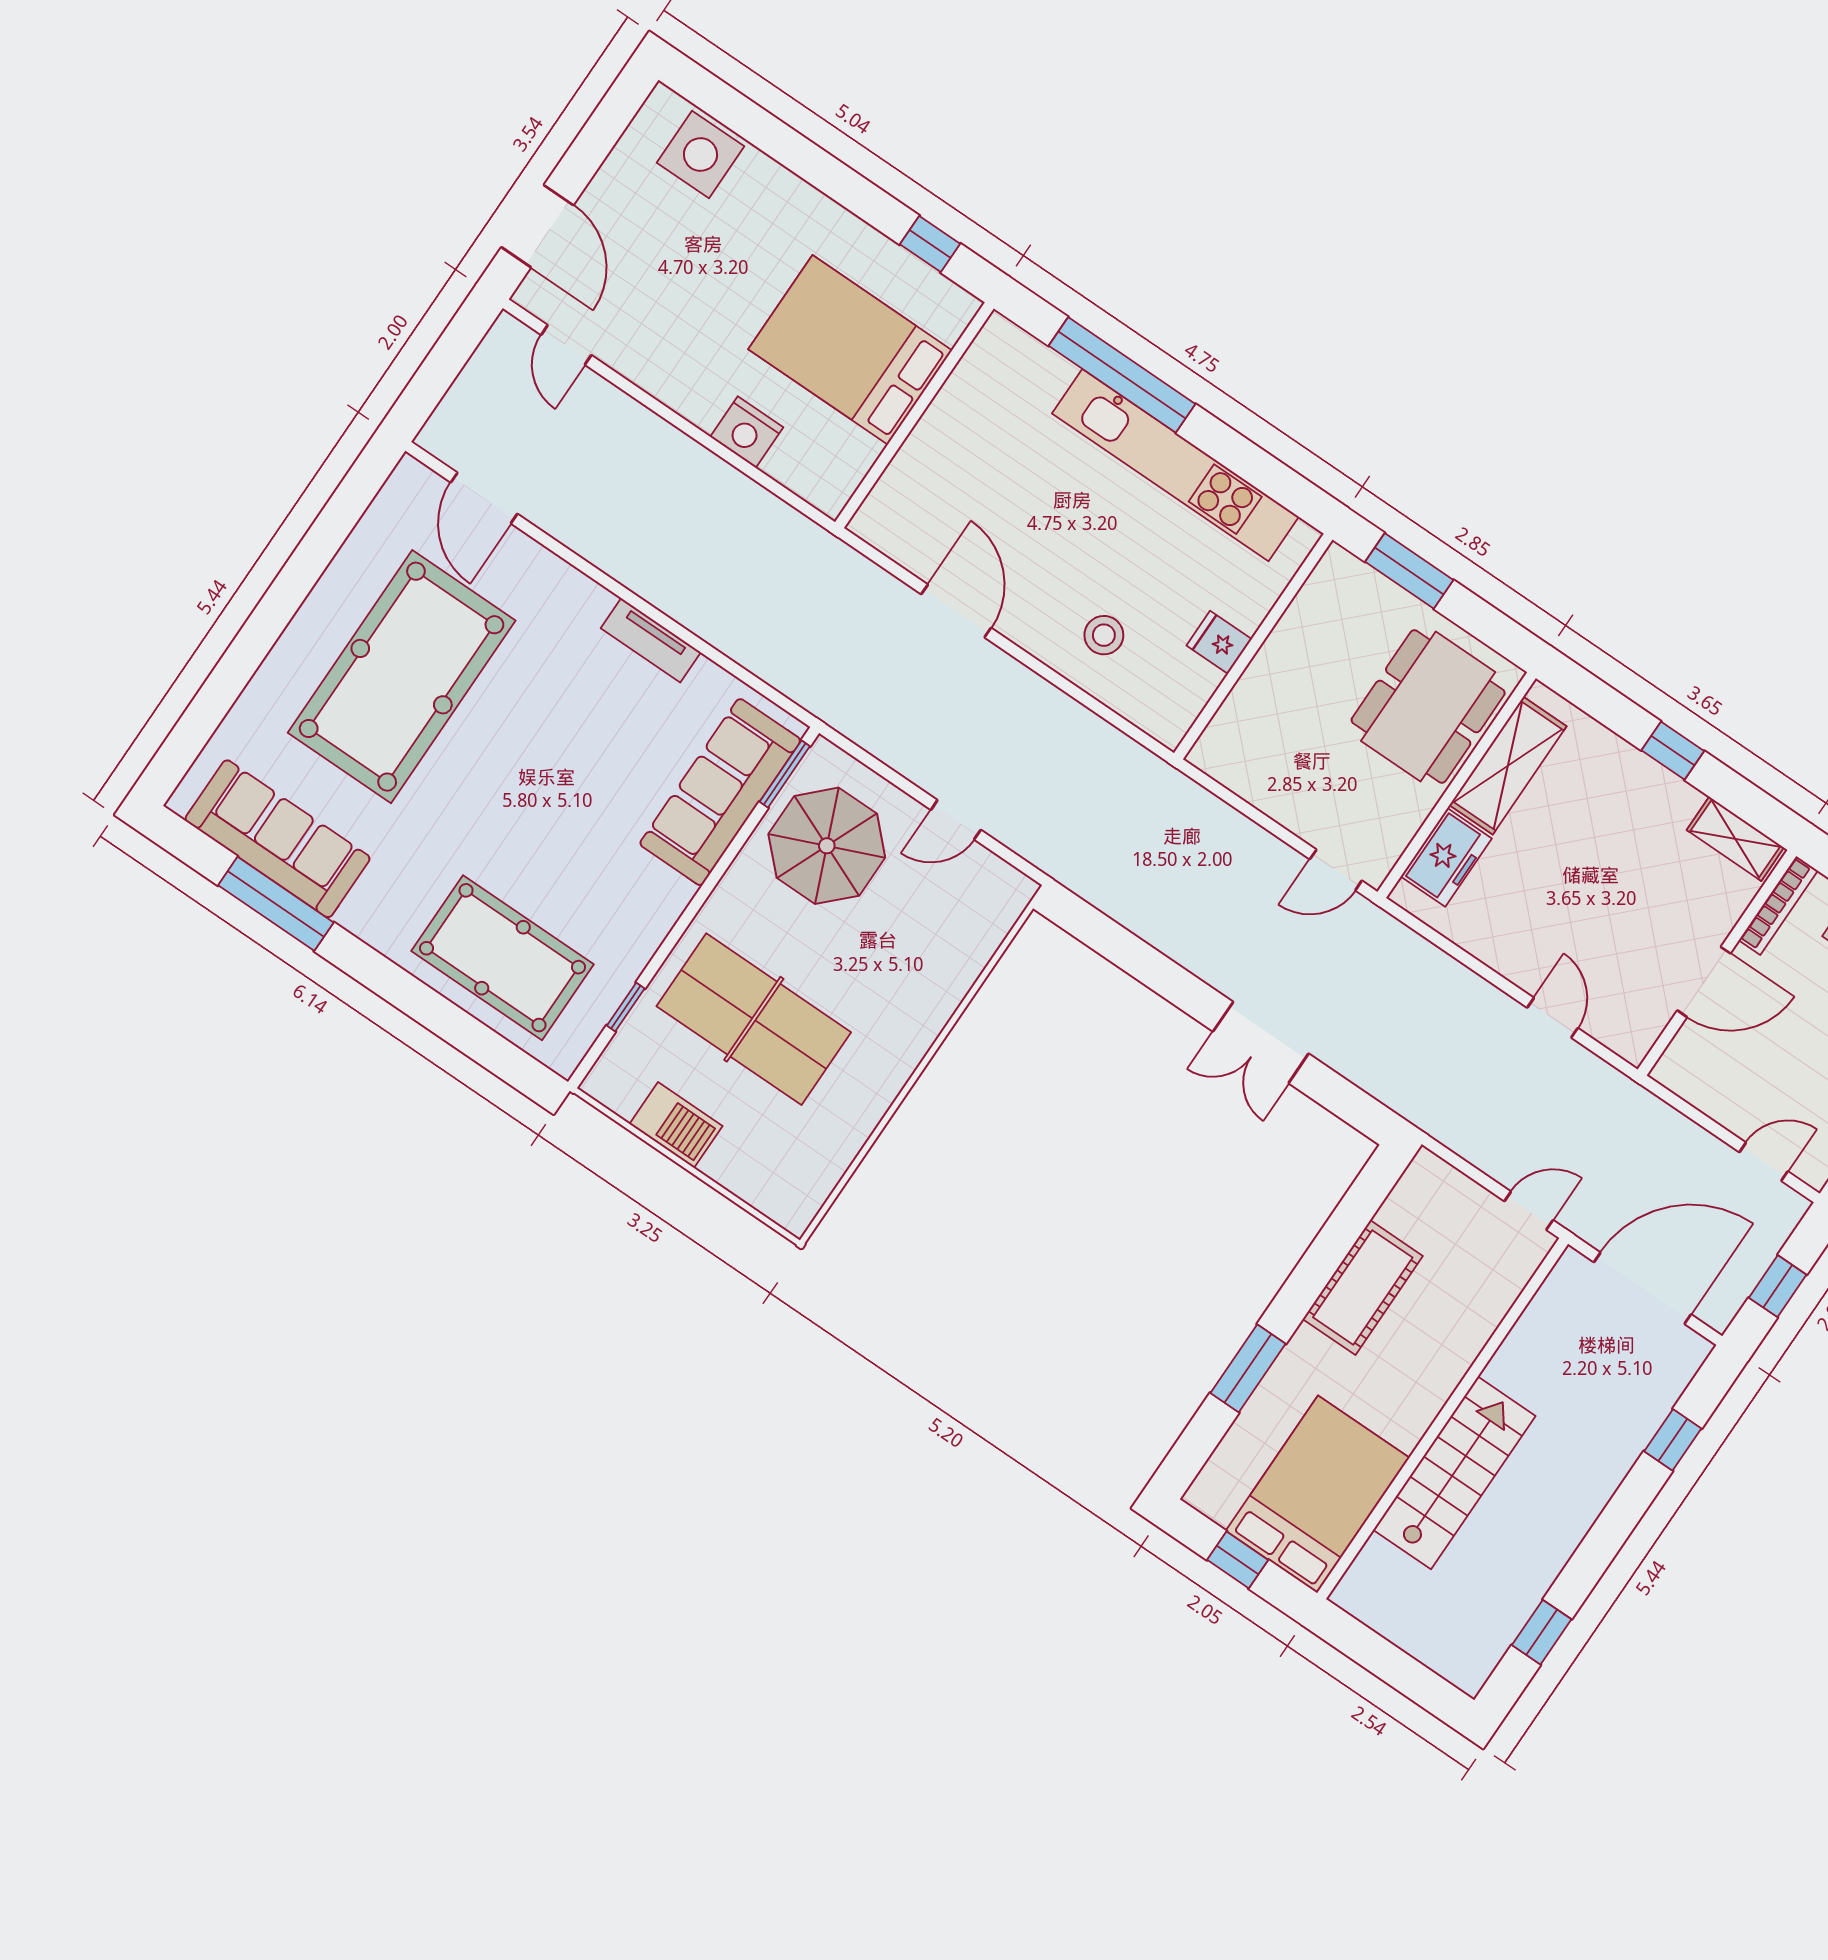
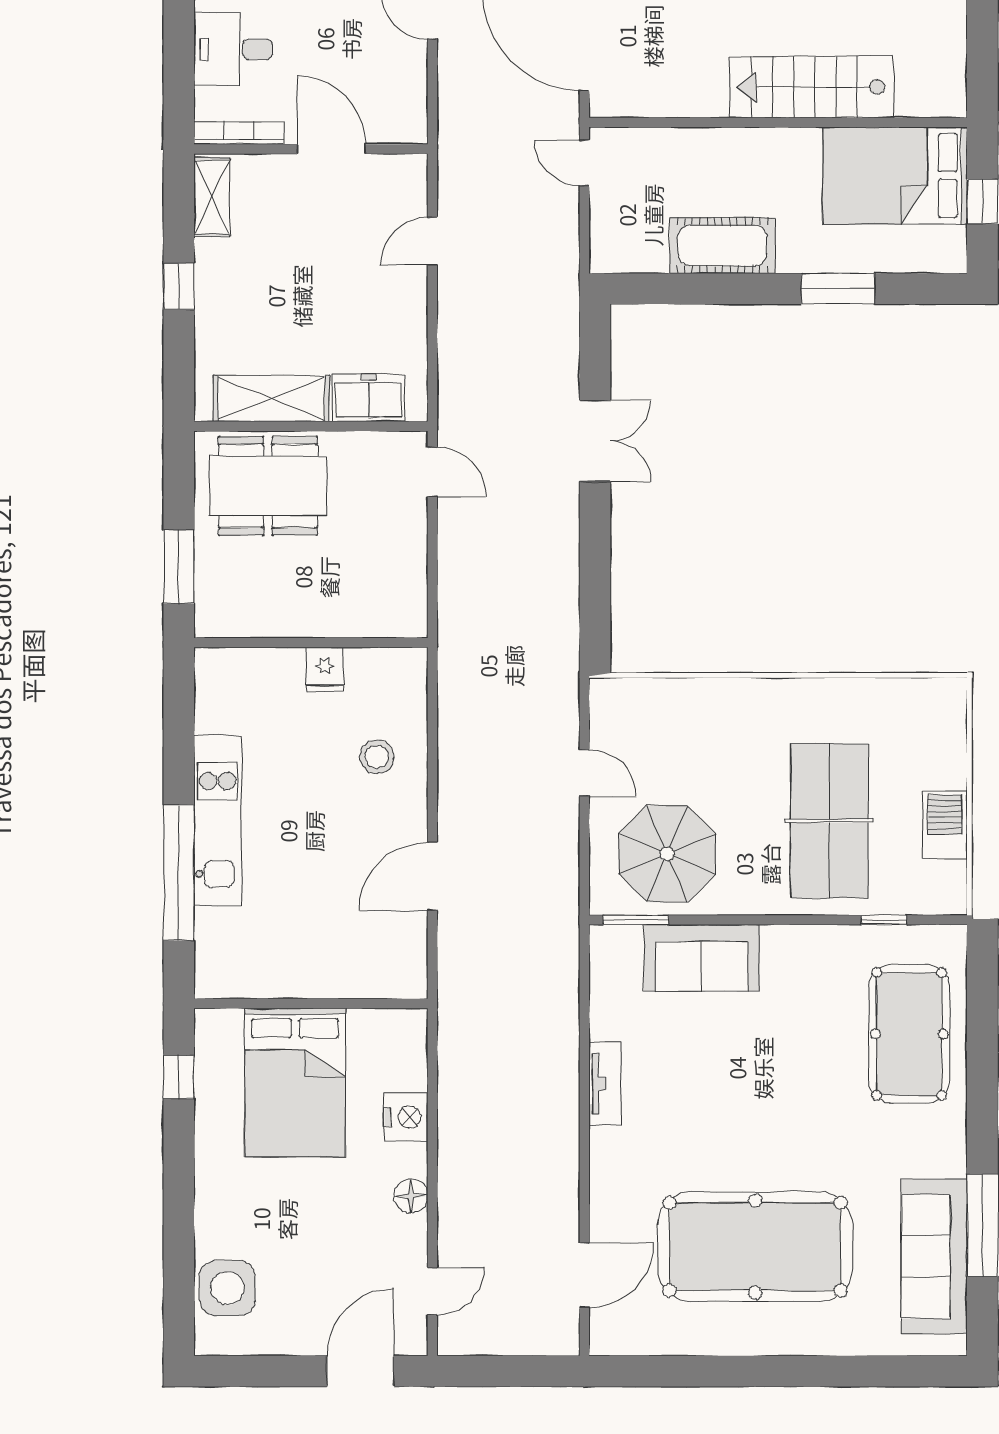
floor lamp: (670, 386) -> (411, 1196), added
kitchen unit: (1175, 465) -> (218, 820), width x0.73
sofa: (720, 792) -> (702, 958), width x0.73

